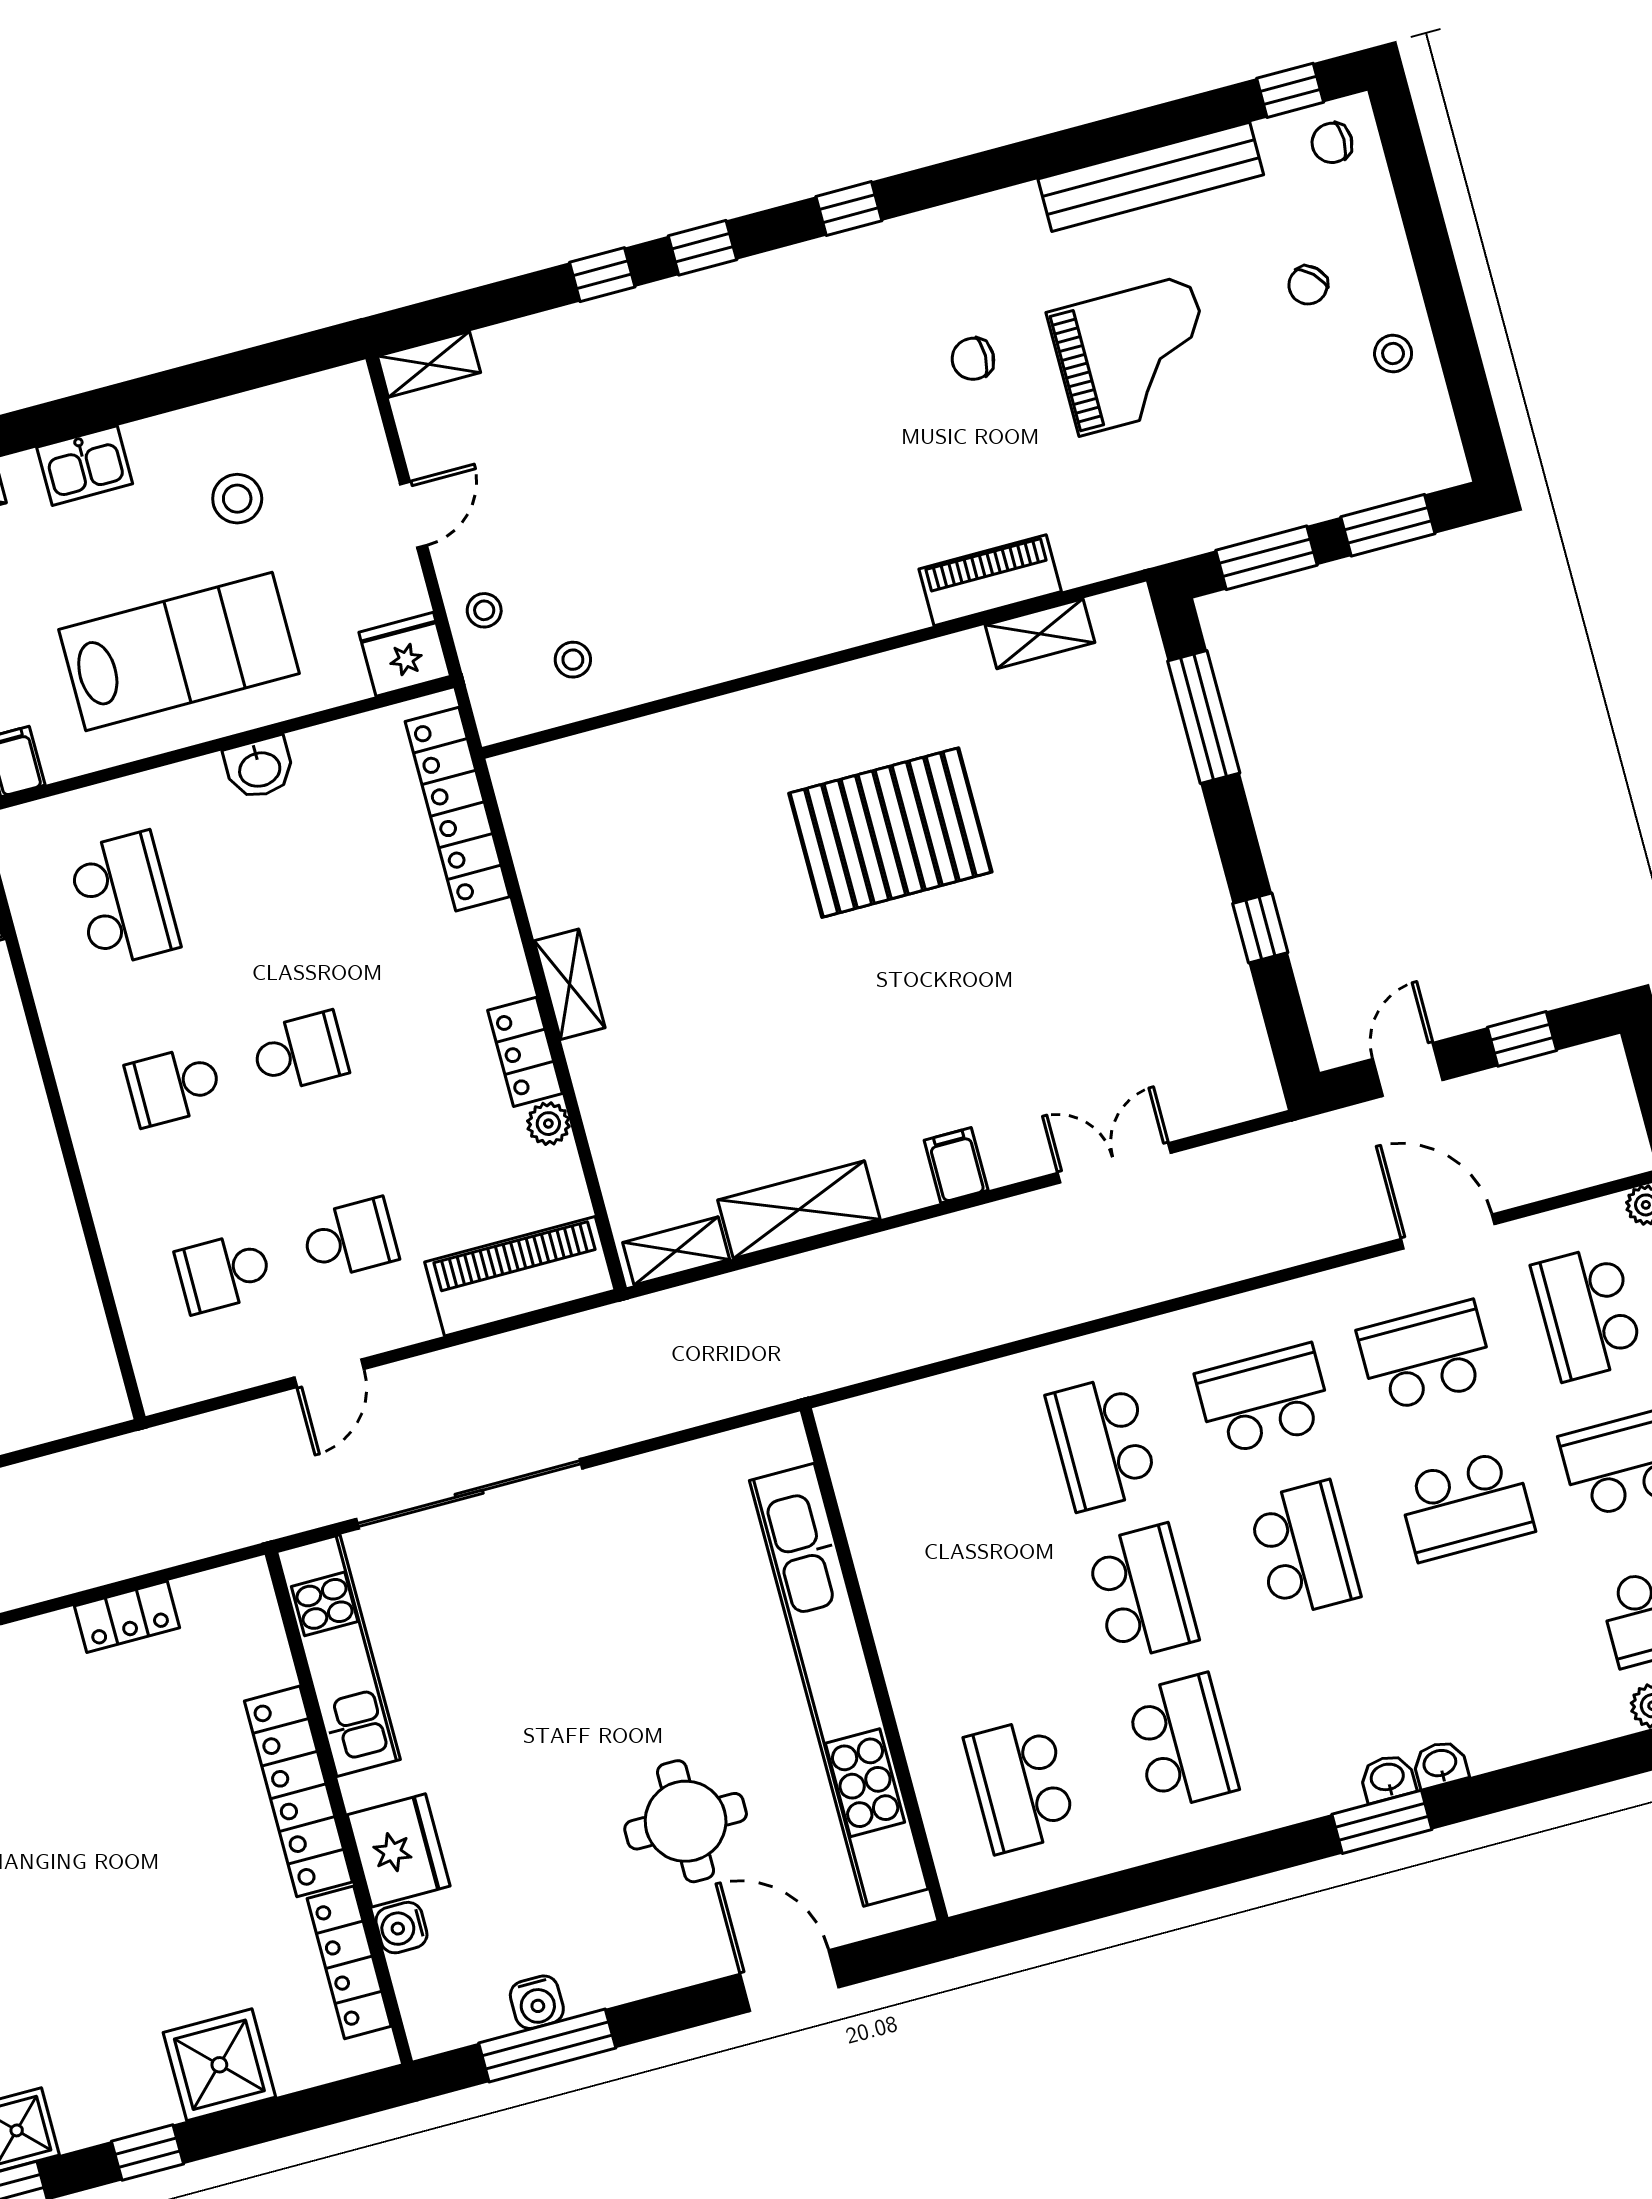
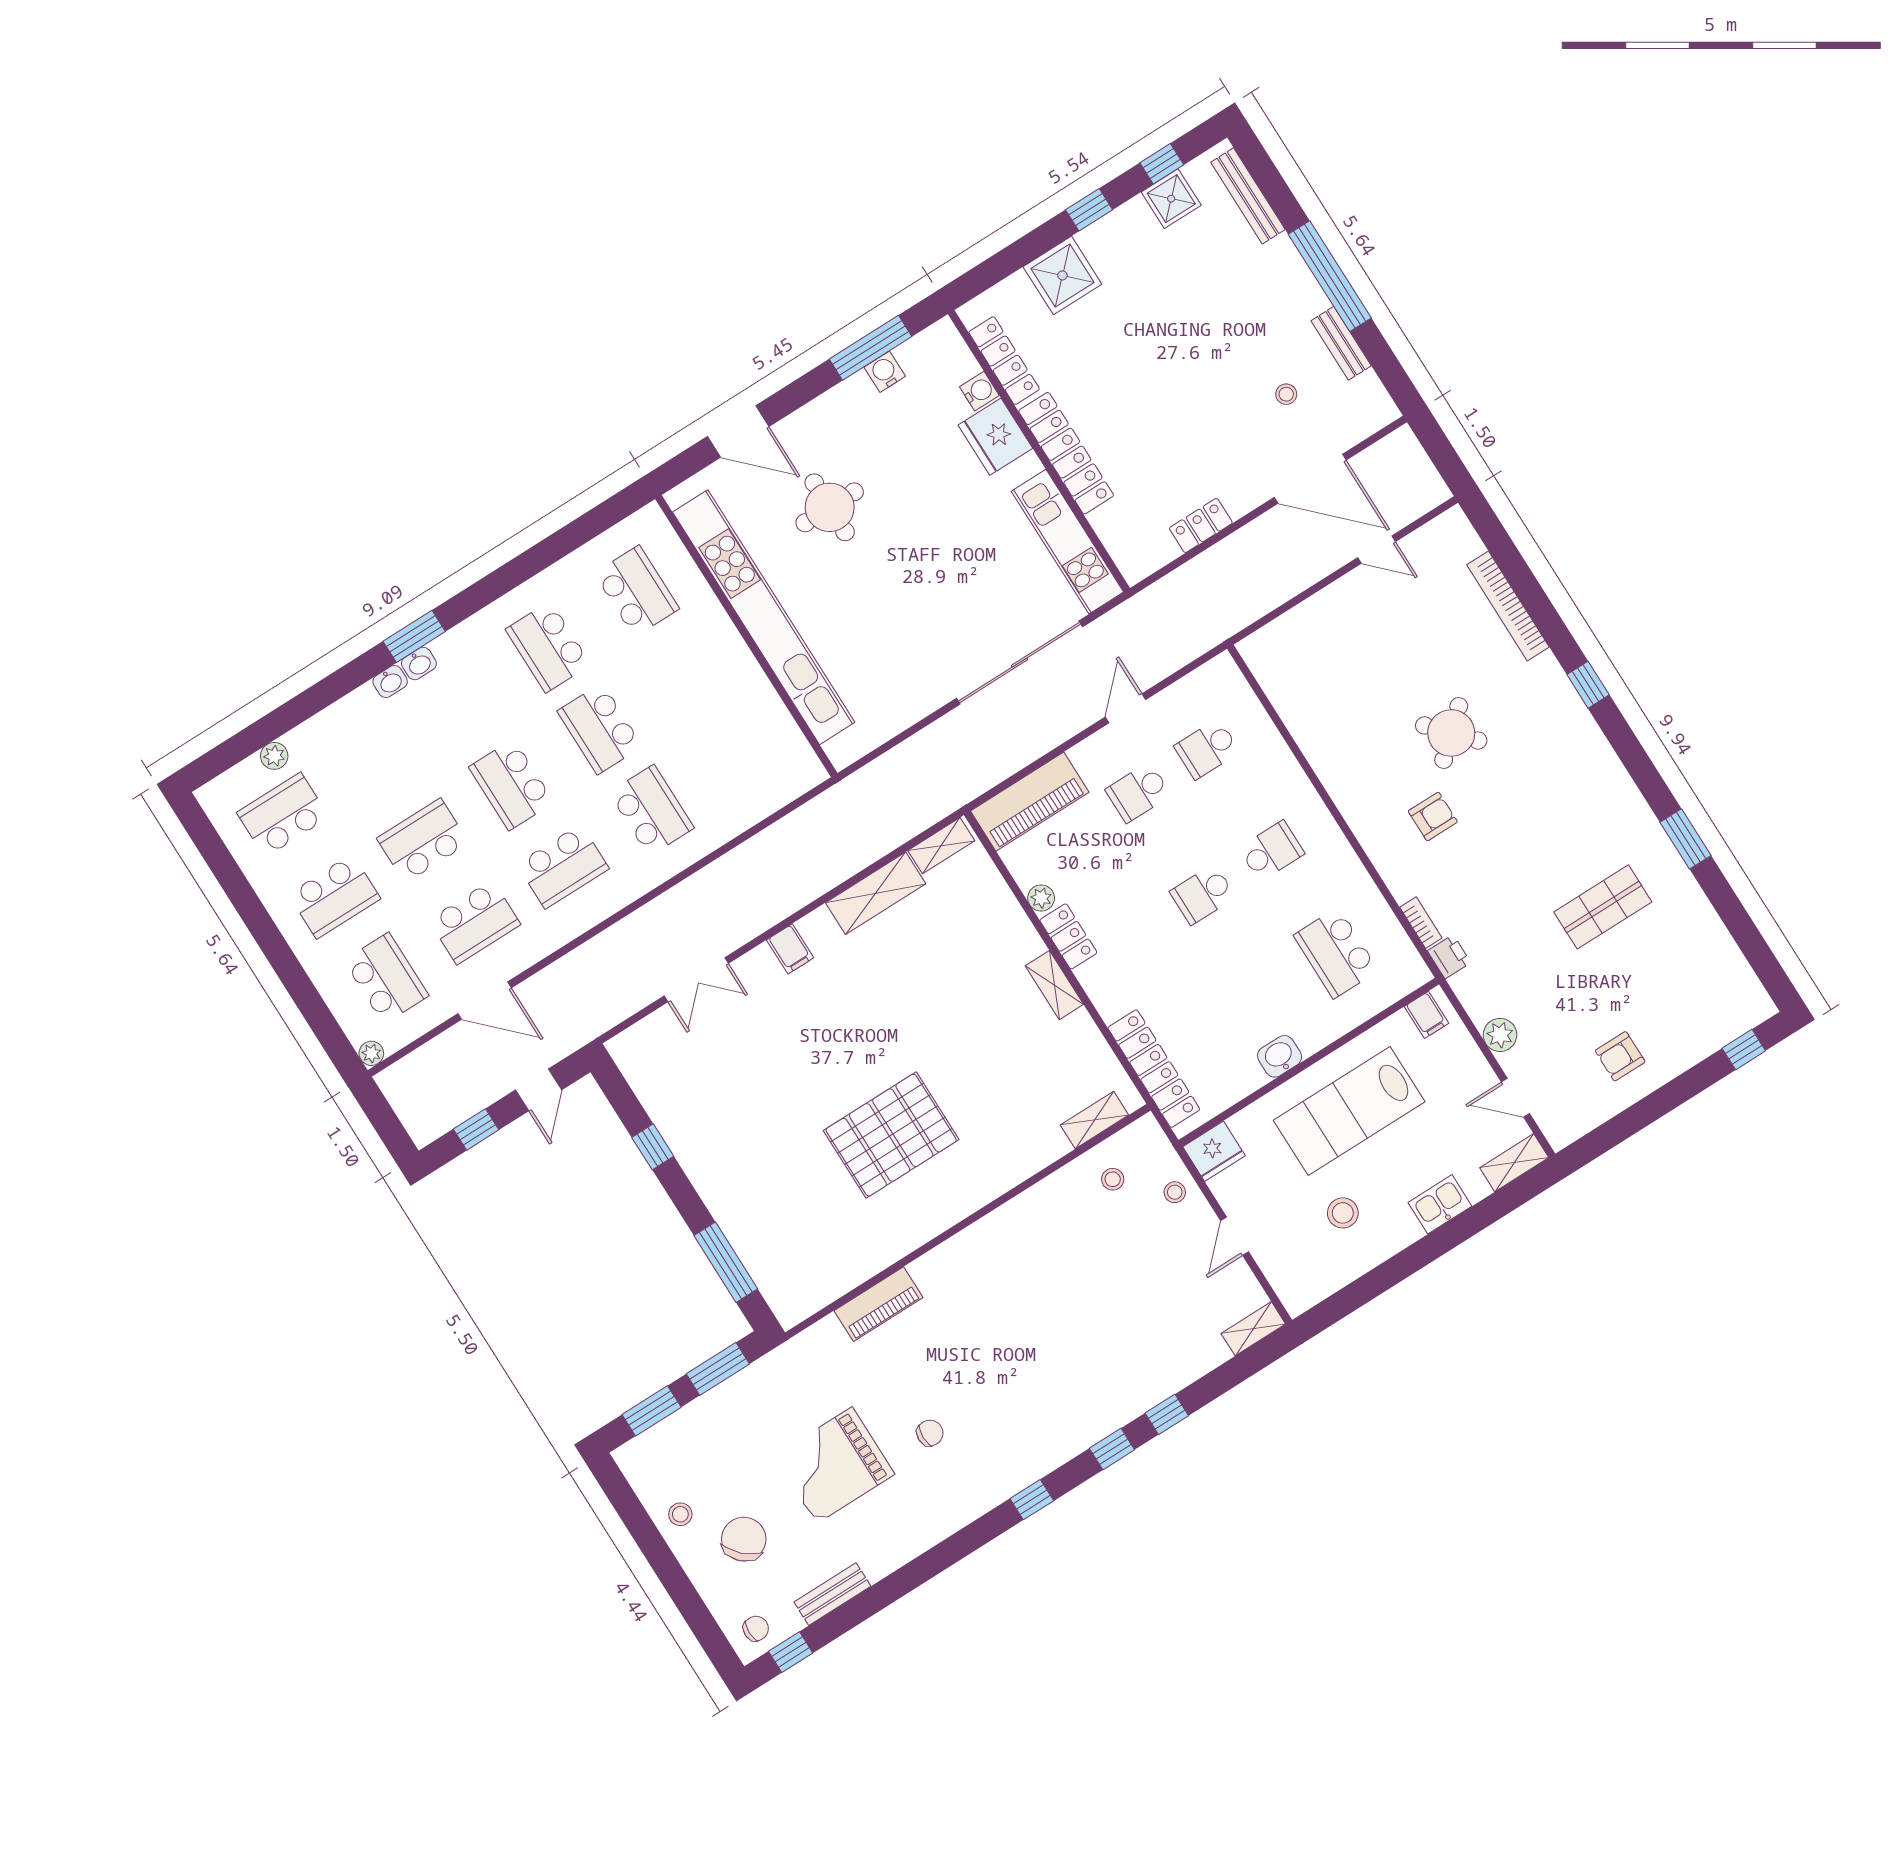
bench: (1151, 177) -> (832, 1594), width x0.54, depth x0.82
chair: (1308, 285) -> (744, 1539), width x1.87, depth x1.87
shelving: (1040, 634) -> (1094, 1120), moved
school desk: (224, 1272) -> (1207, 749), turned 180

